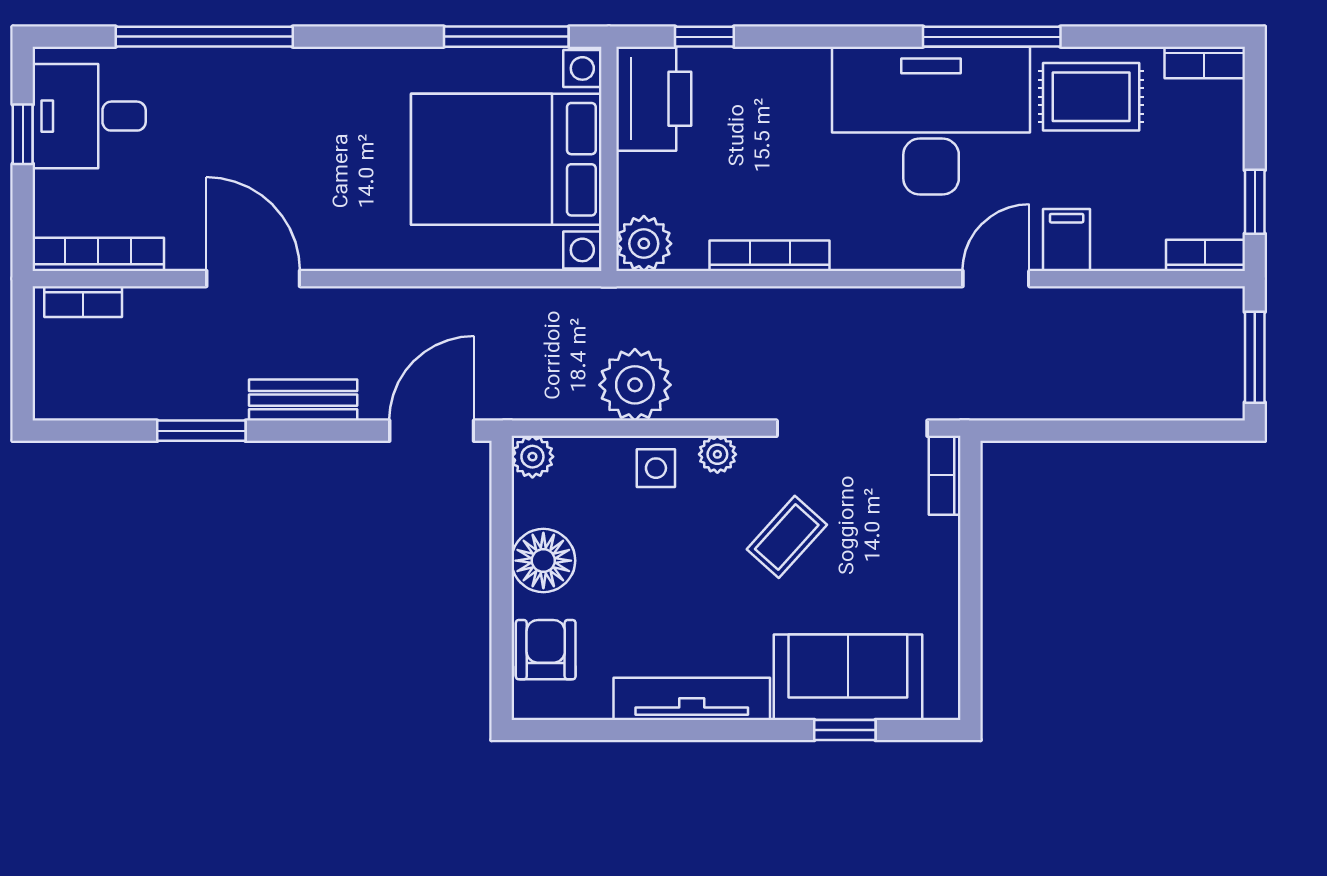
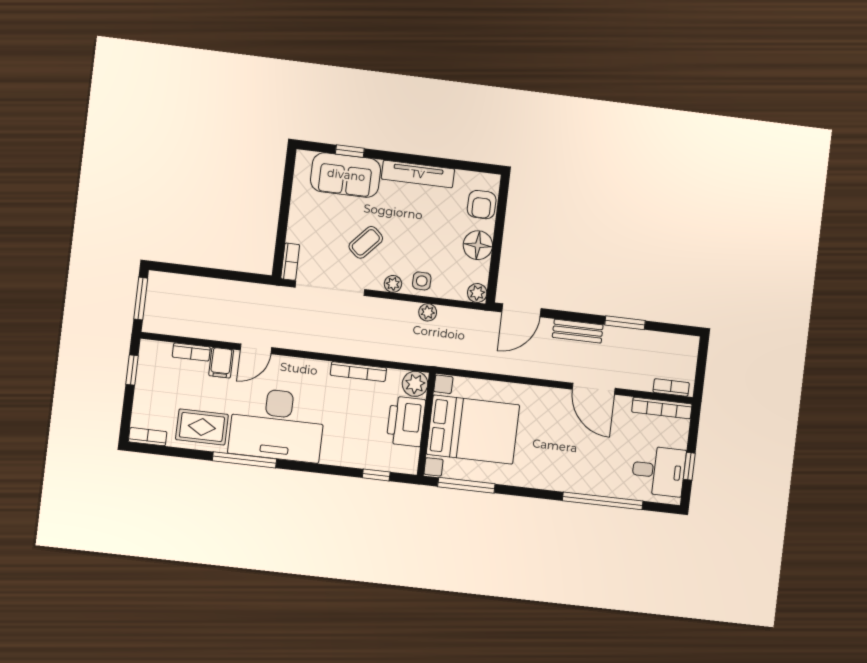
printer: (654, 99) -> (406, 421), moved
bookcase: (1205, 255) -> (191, 352), moved
plant: (635, 385) -> (428, 312), width x0.53, depth x0.53

